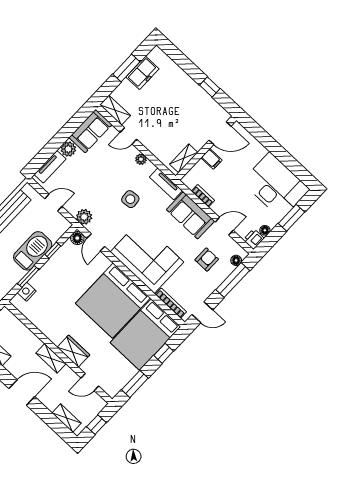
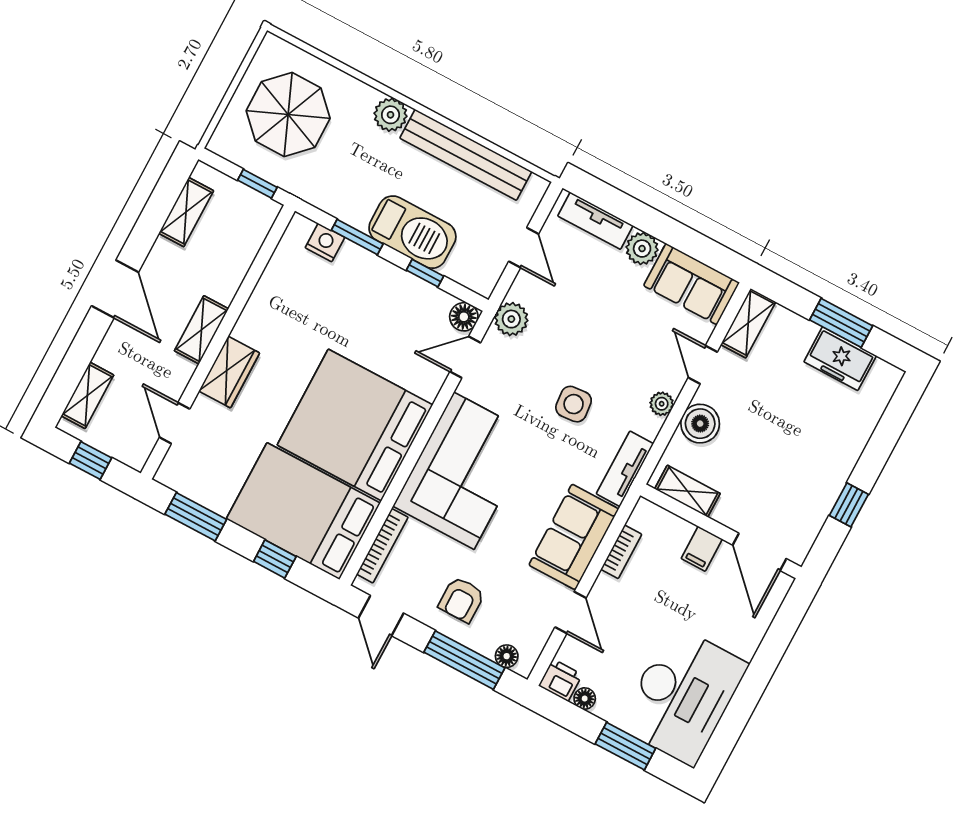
boiler: (155, 144) -> (700, 424), added
armchair: (207, 260) -> (462, 600), moved, turned 90

